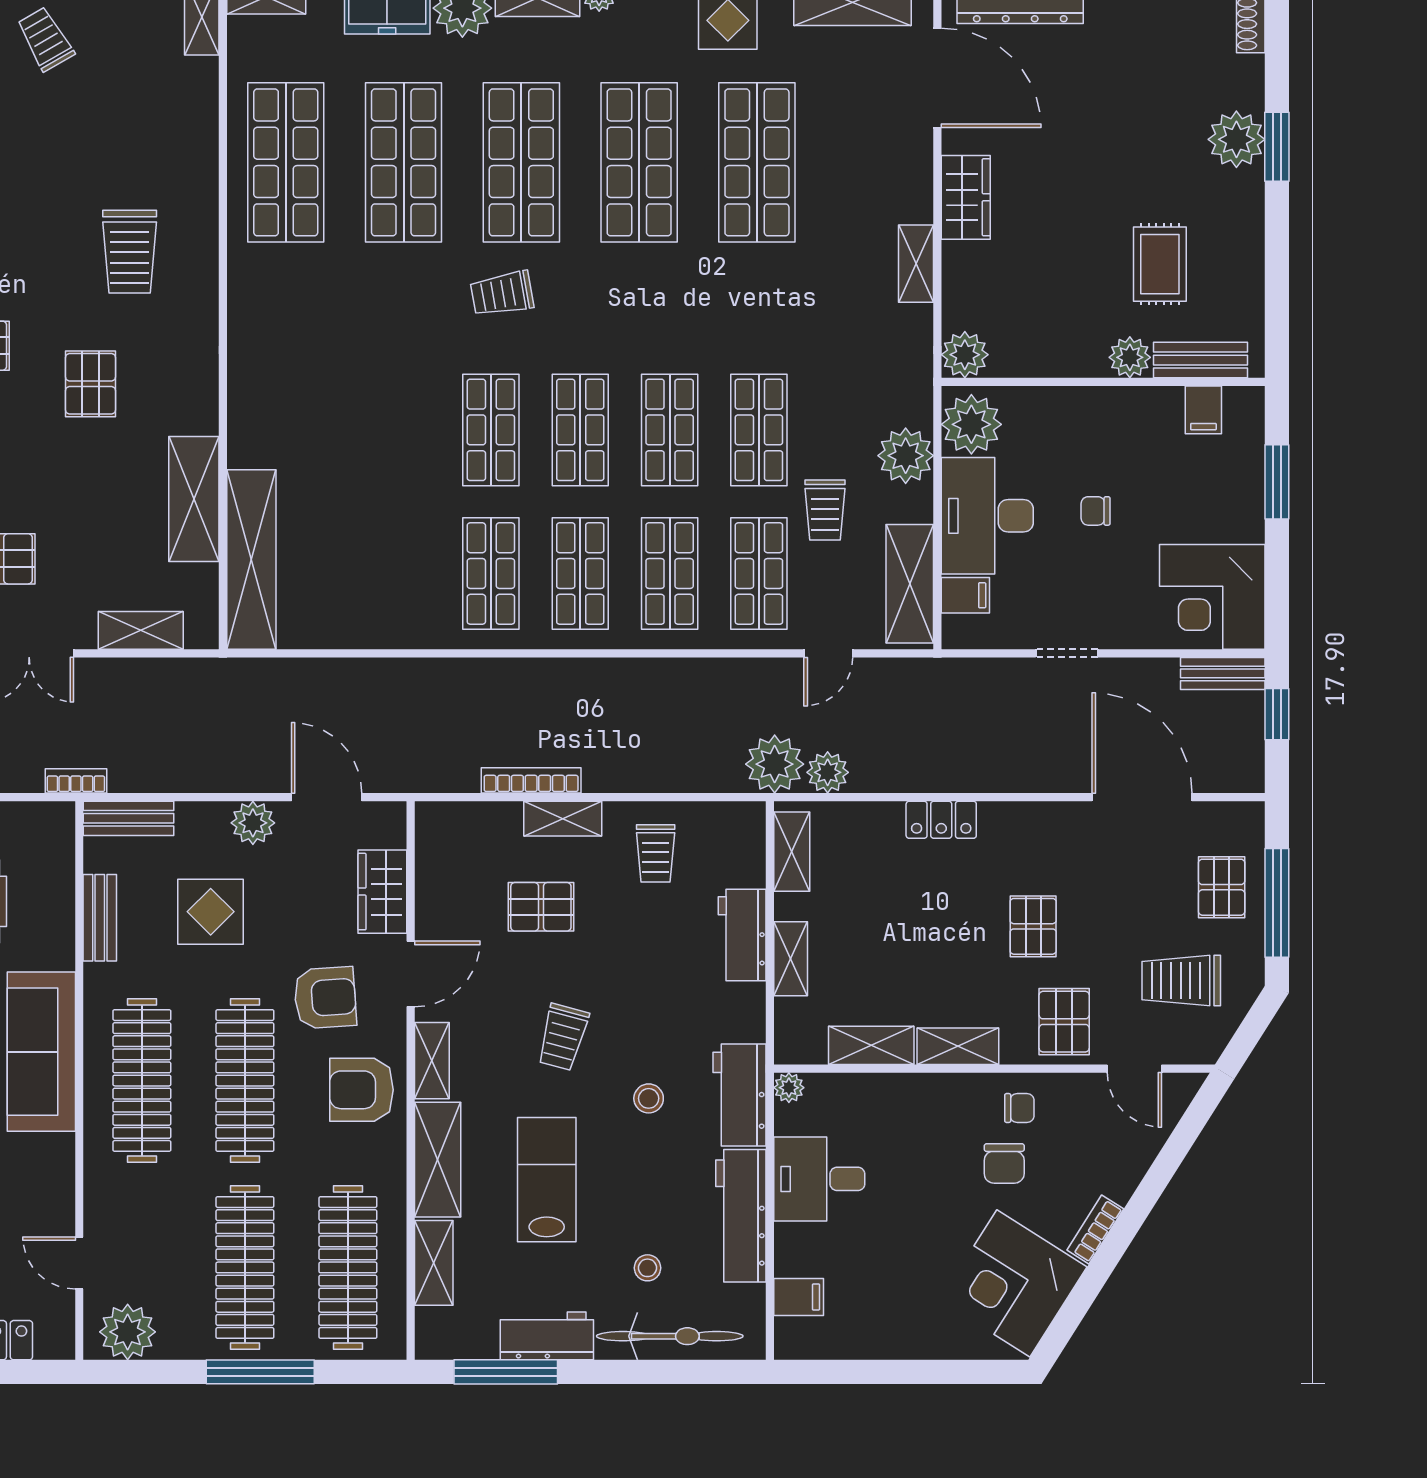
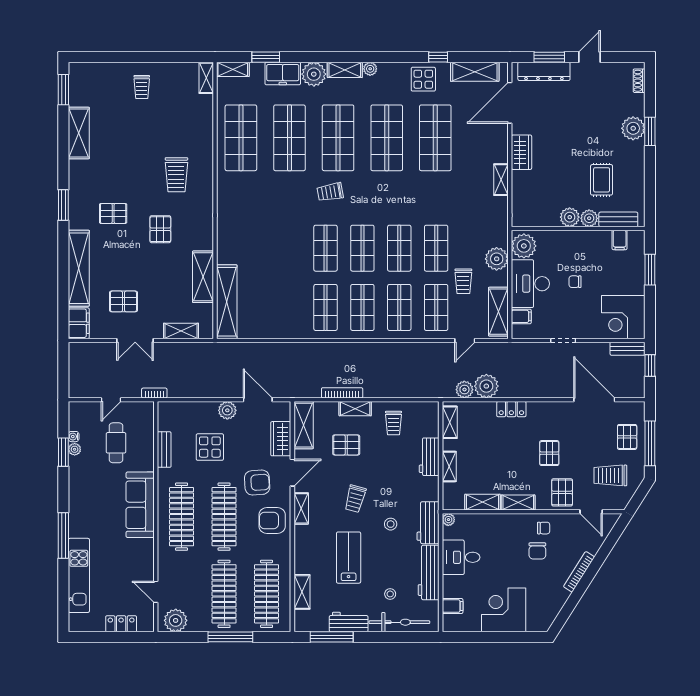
trolley: (45, 39) -> (142, 87), turned -150
door: (937, 78) -> (510, 103), swing flipped
plant: (965, 355) -> (570, 217), moved
plant: (775, 764) -> (486, 386), moved
bench: (129, 818) -> (176, 408), removed
shelving: (438, 1160) -> (304, 425), moved
bookcase: (1095, 1230) -> (579, 572), width x1.56
corner desk: (1013, 1283) -> (504, 610), moved, turned 58

